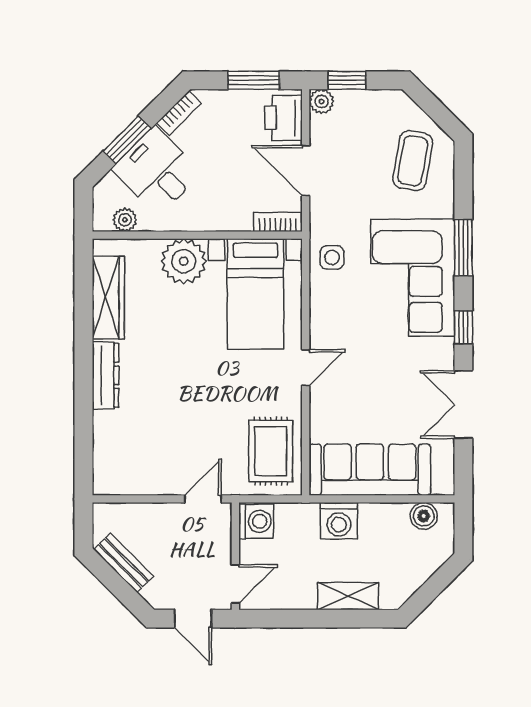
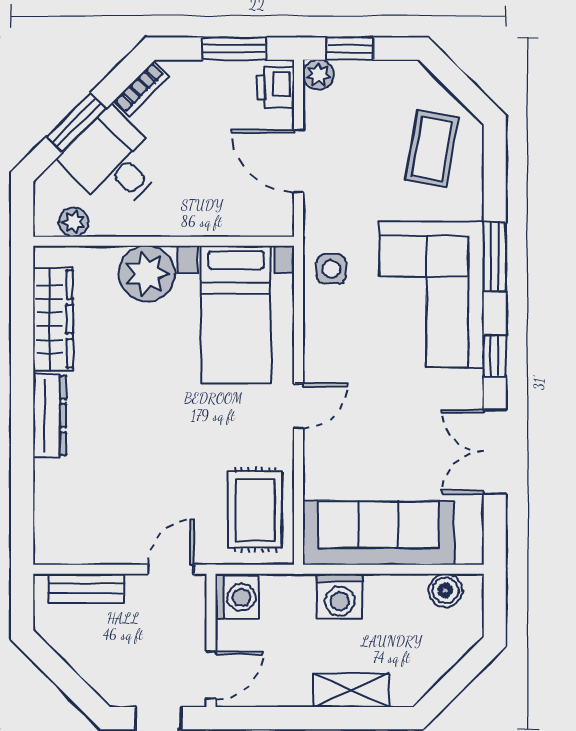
printer: (284, 118) -> (276, 88), width x0.73, depth x0.81
bookcase: (278, 222) -> (264, 225), removed
bench: (124, 563) -> (86, 588), moved, turned -45

